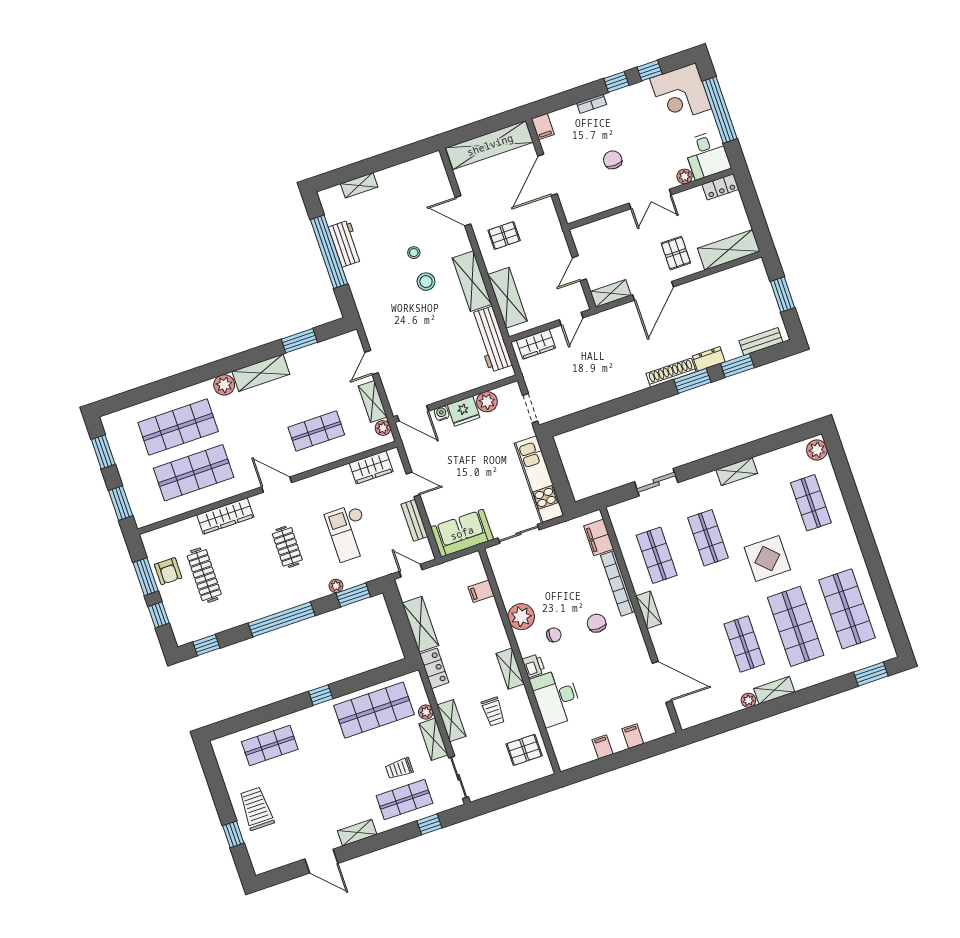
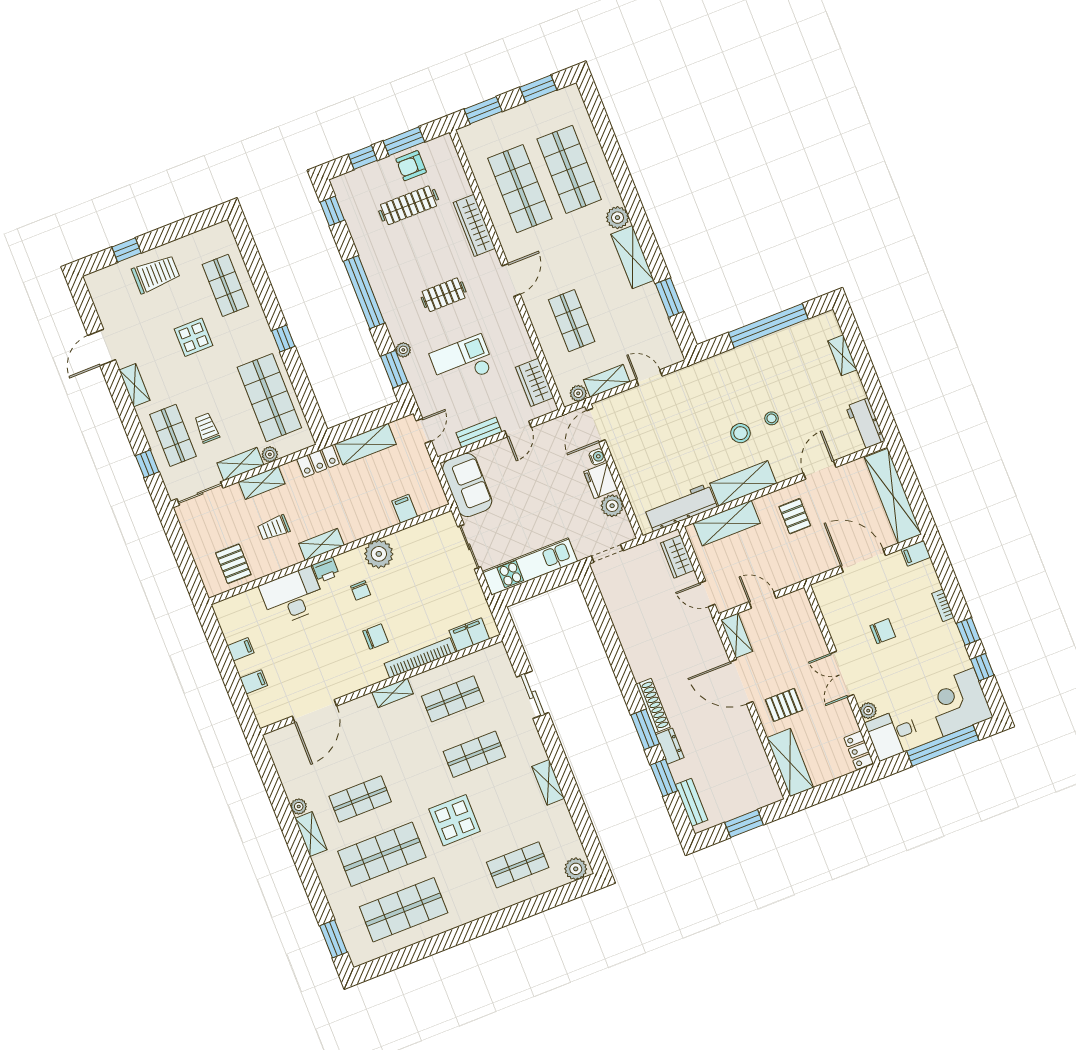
workbench: (346, 244) -> (865, 424), moved, turned 90
display table: (316, 777) -> (194, 337), added

